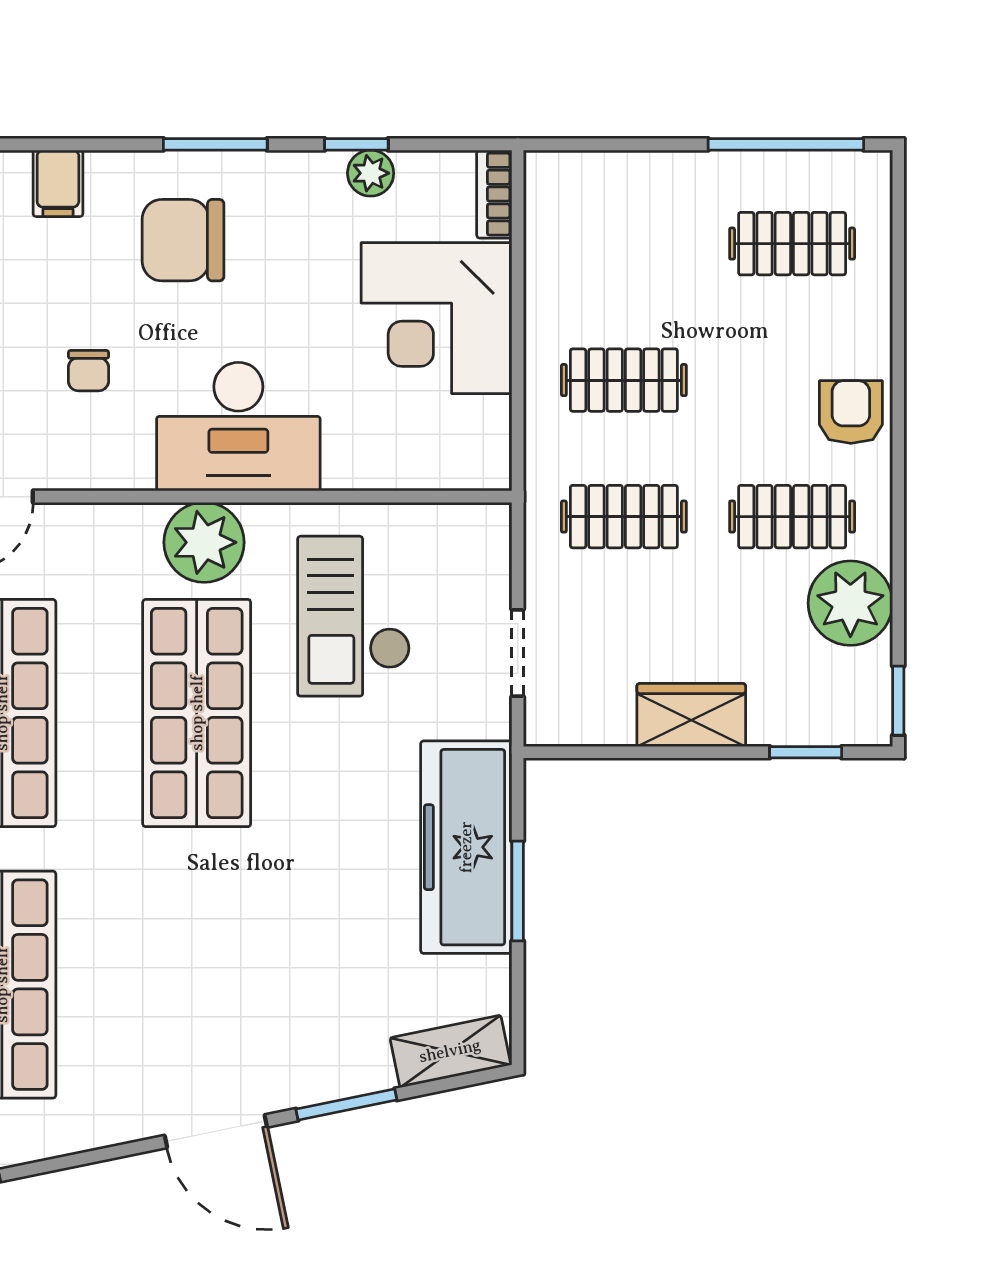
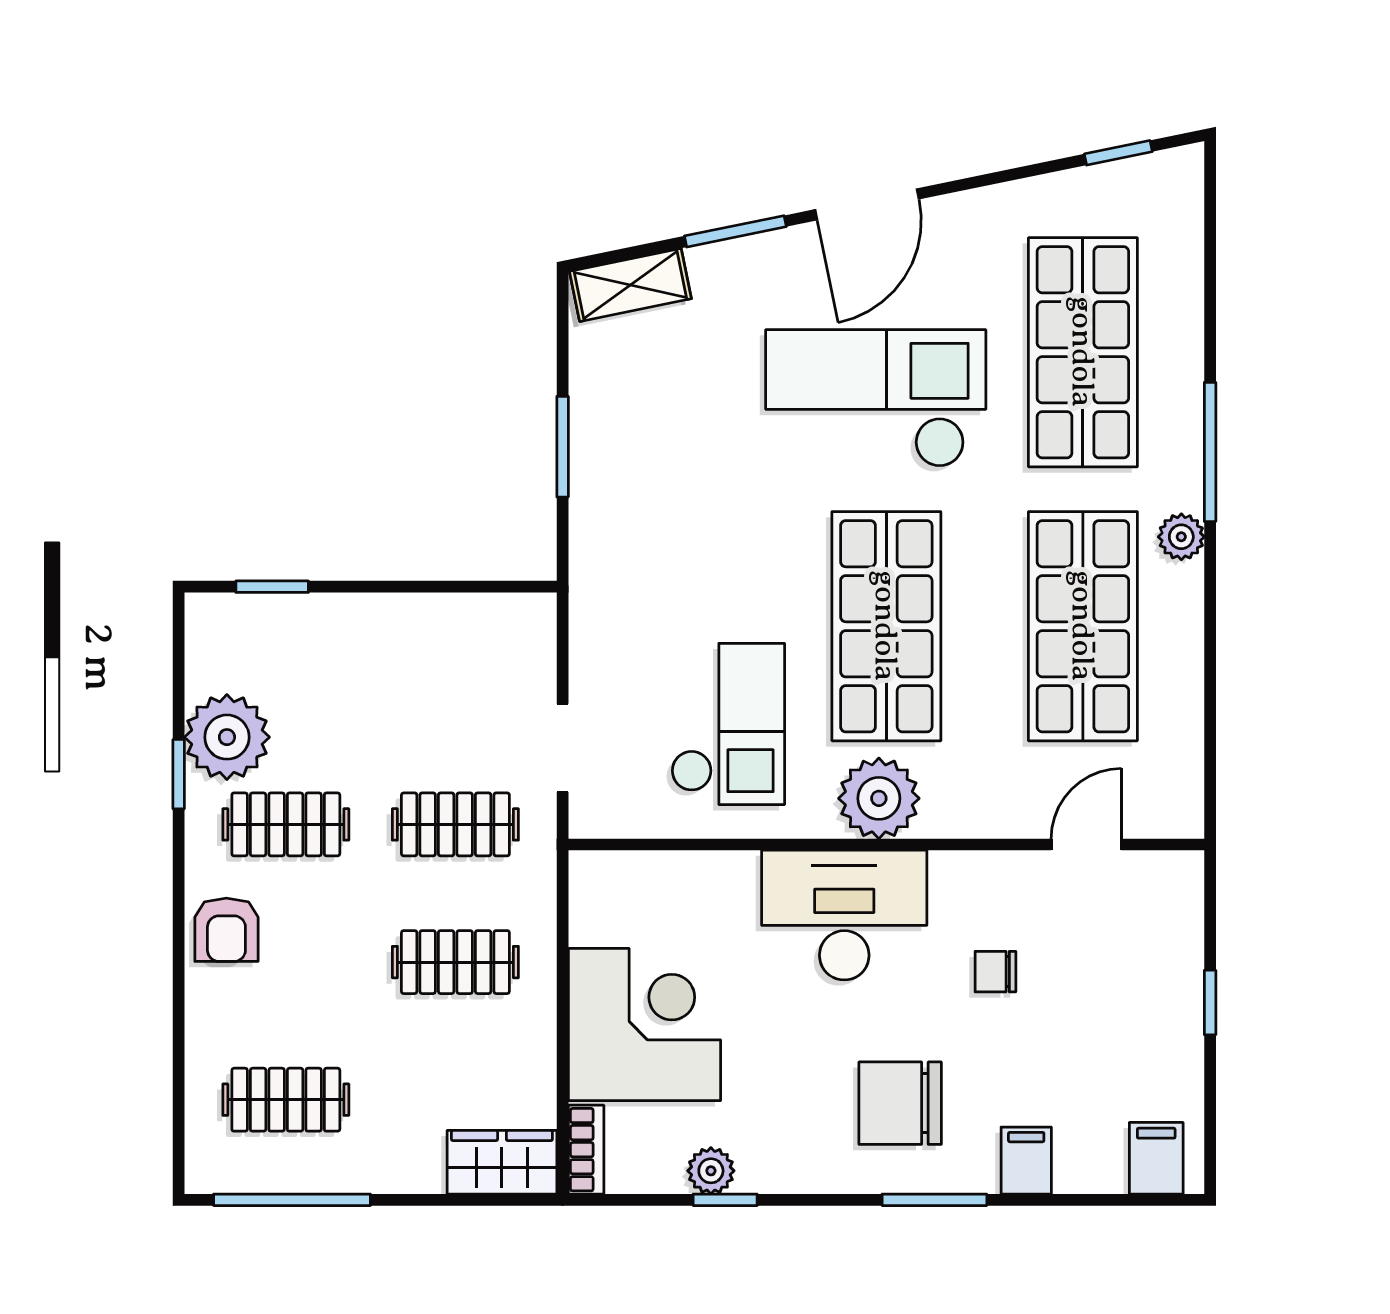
window: (215, 144) -> (934, 1200), moved
chair: (183, 240) -> (900, 1103), turned 180
chair: (88, 371) -> (995, 972), turned -90
doorway: (518, 653) -> (563, 748), moved
window: (898, 701) -> (179, 774), moved
wardrobe: (691, 715) -> (502, 1162), moved, turned 180
freezer: (466, 847) -> (614, 491), removed
checkout: (207, 939) -> (876, 398), added
door: (216, 1131) -> (867, 204), swing flipped

